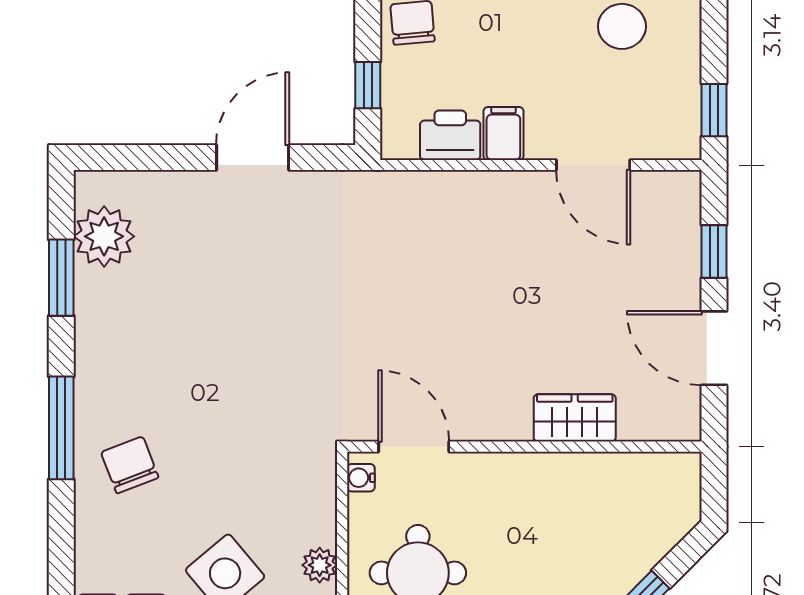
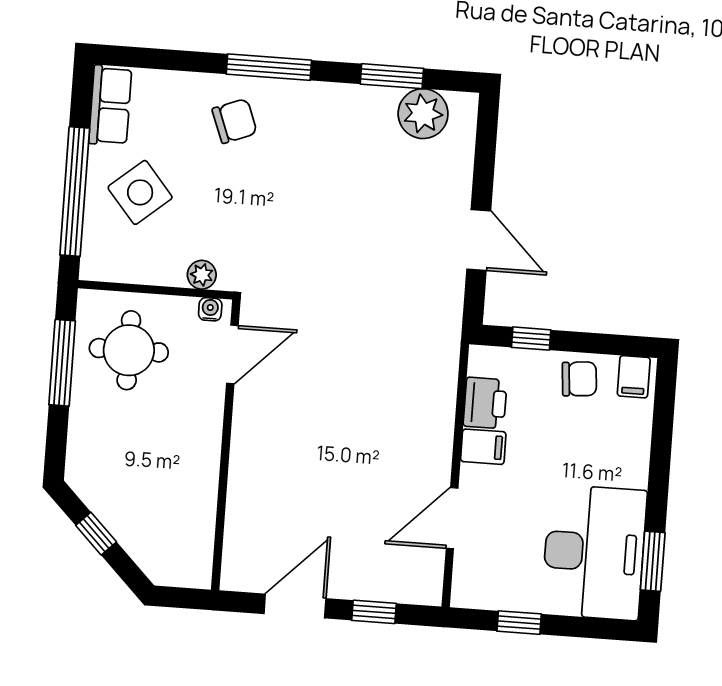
window: (714, 110) -> (519, 623), moved
wardrobe: (575, 418) -> (246, 488), removed
plant: (320, 565) -> (202, 275), moved

